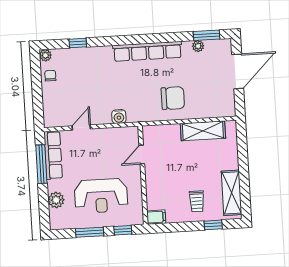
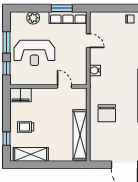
shelving: (203, 131) -> (80, 135), width x1.47
window: (41, 164) -> (62, 8), width x0.69
reception desk: (101, 196) -> (34, 53), turned -90
filing cabinet: (156, 217) -> (21, 95), width x2.00

